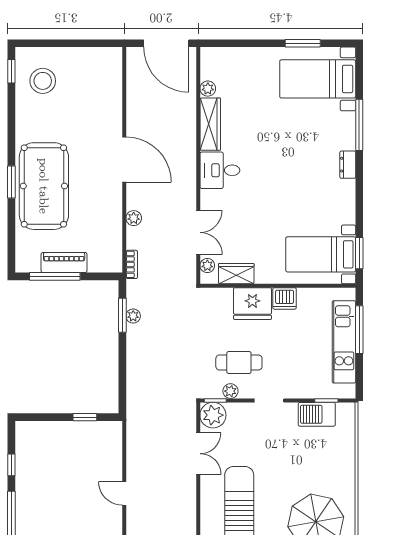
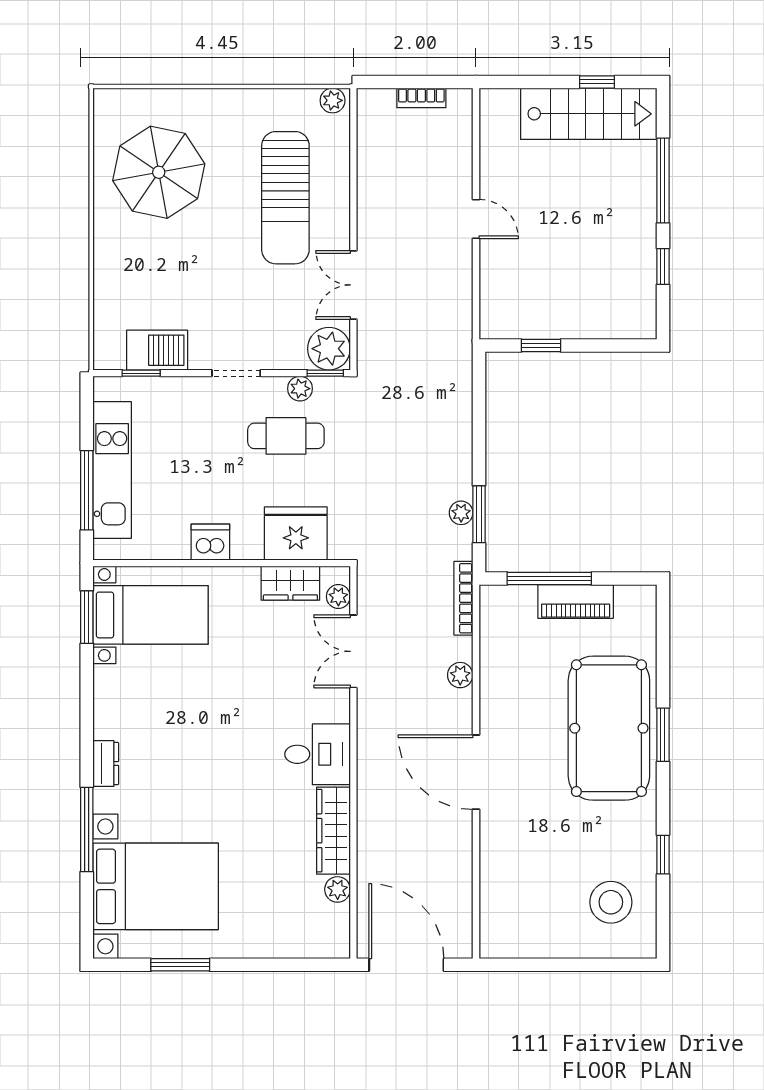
window: (11, 71) -> (663, 855), moved
bed with nightstands: (318, 79) -> (156, 886), width x1.36
bookcase: (132, 264) -> (463, 598), width x1.56
window: (55, 276) -> (549, 578), moved
fridge: (252, 304) -> (296, 534), moved

